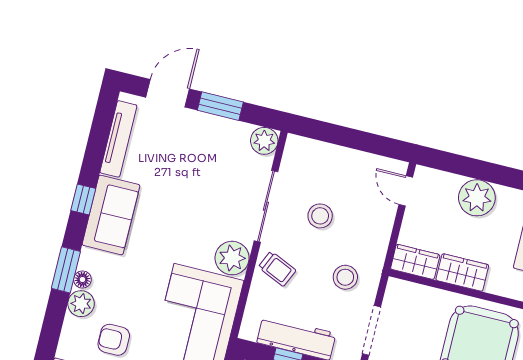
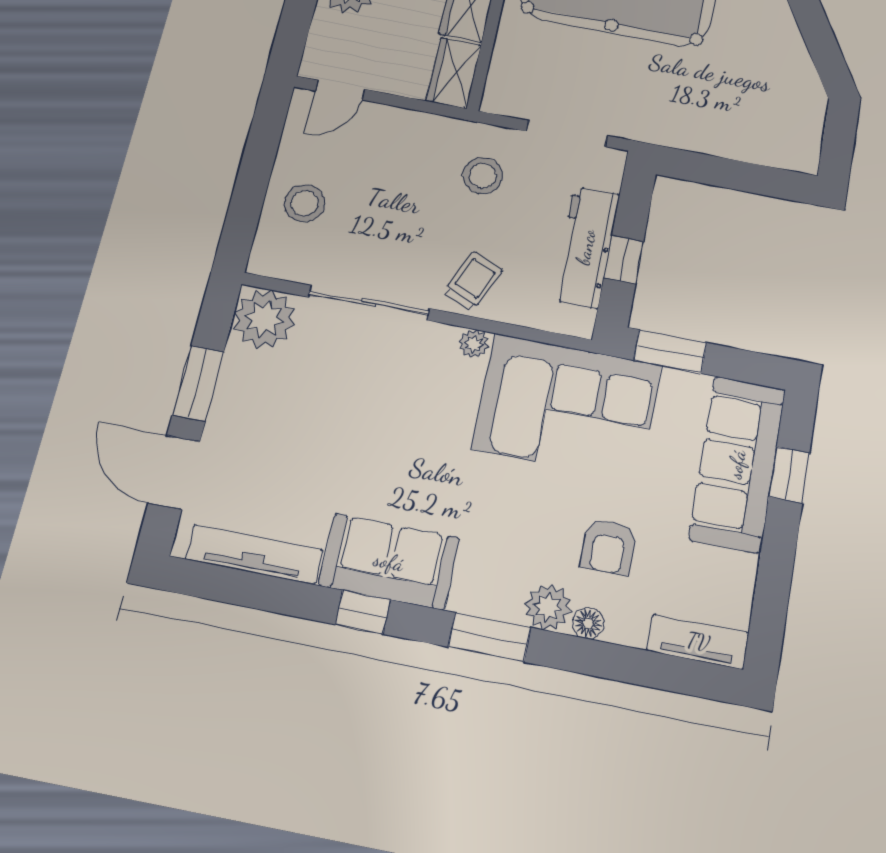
plant: (264, 141) -> (264, 319), width x1.36, depth x1.36
stool: (320, 216) -> (305, 203), moved
plant: (232, 258) -> (474, 344), width x0.53, depth x0.53
floor lamp: (82, 279) -> (588, 623), moved

